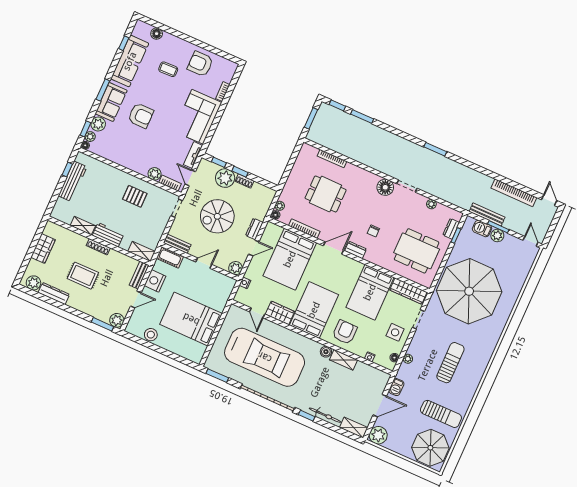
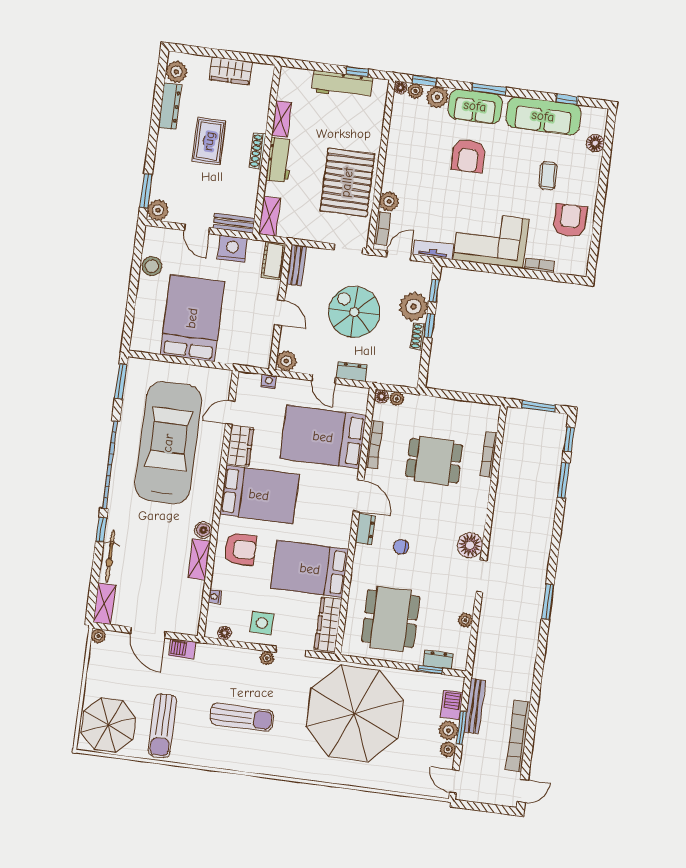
dining table: (326, 194) -> (434, 461), turned 90
pallet: (135, 196) -> (347, 182), width x2.05, depth x2.00
plant: (509, 239) -> (448, 749), added
door: (531, 241) -> (454, 782), swing flipped
car: (265, 357) -> (168, 443), turned 180
plant: (408, 359) -> (267, 658), moved
plant: (378, 435) -> (98, 636), width x0.53, depth x0.53

